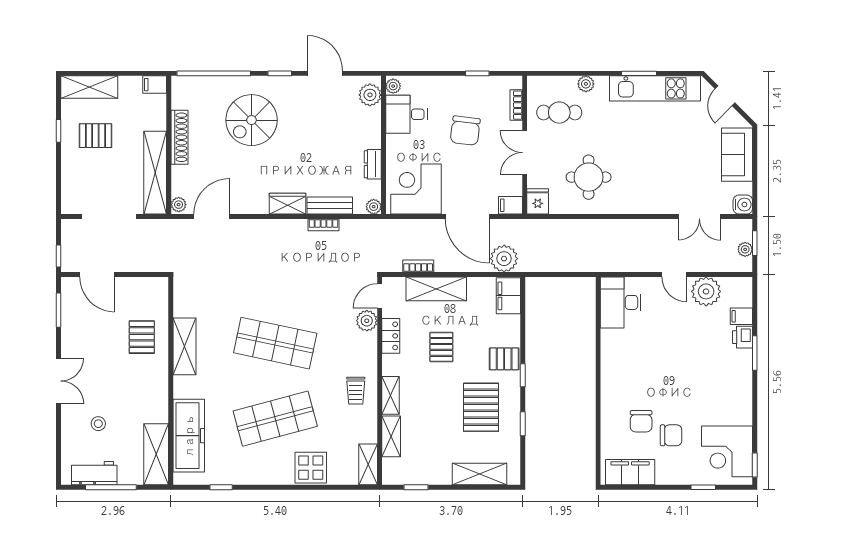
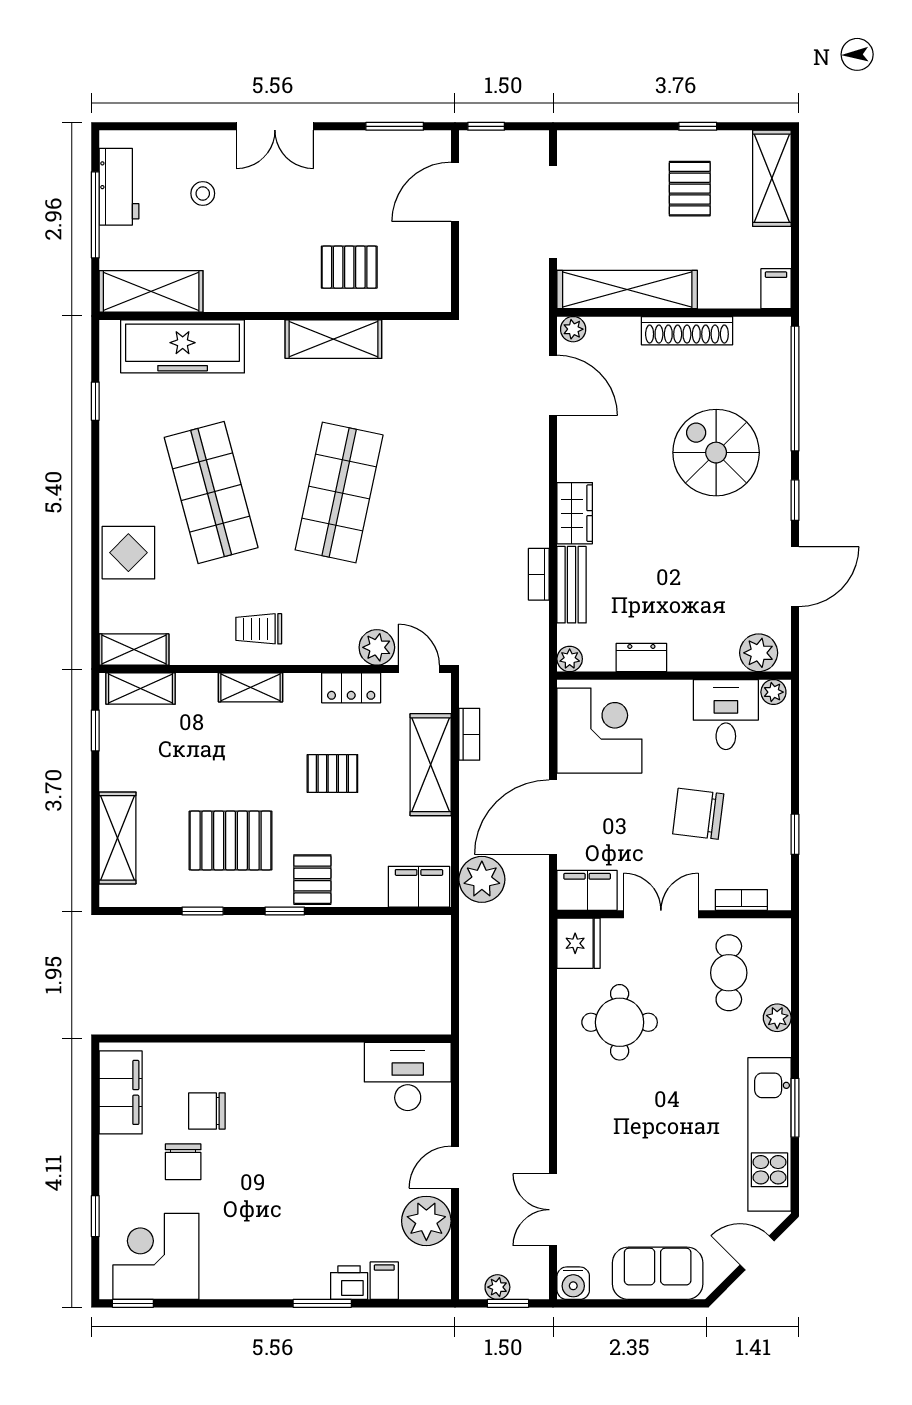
fridge: (538, 201) -> (579, 943), width x1.38
filing cabinet: (510, 205) -> (587, 890), width x2.00
shelving: (391, 436) -> (141, 689), moved

